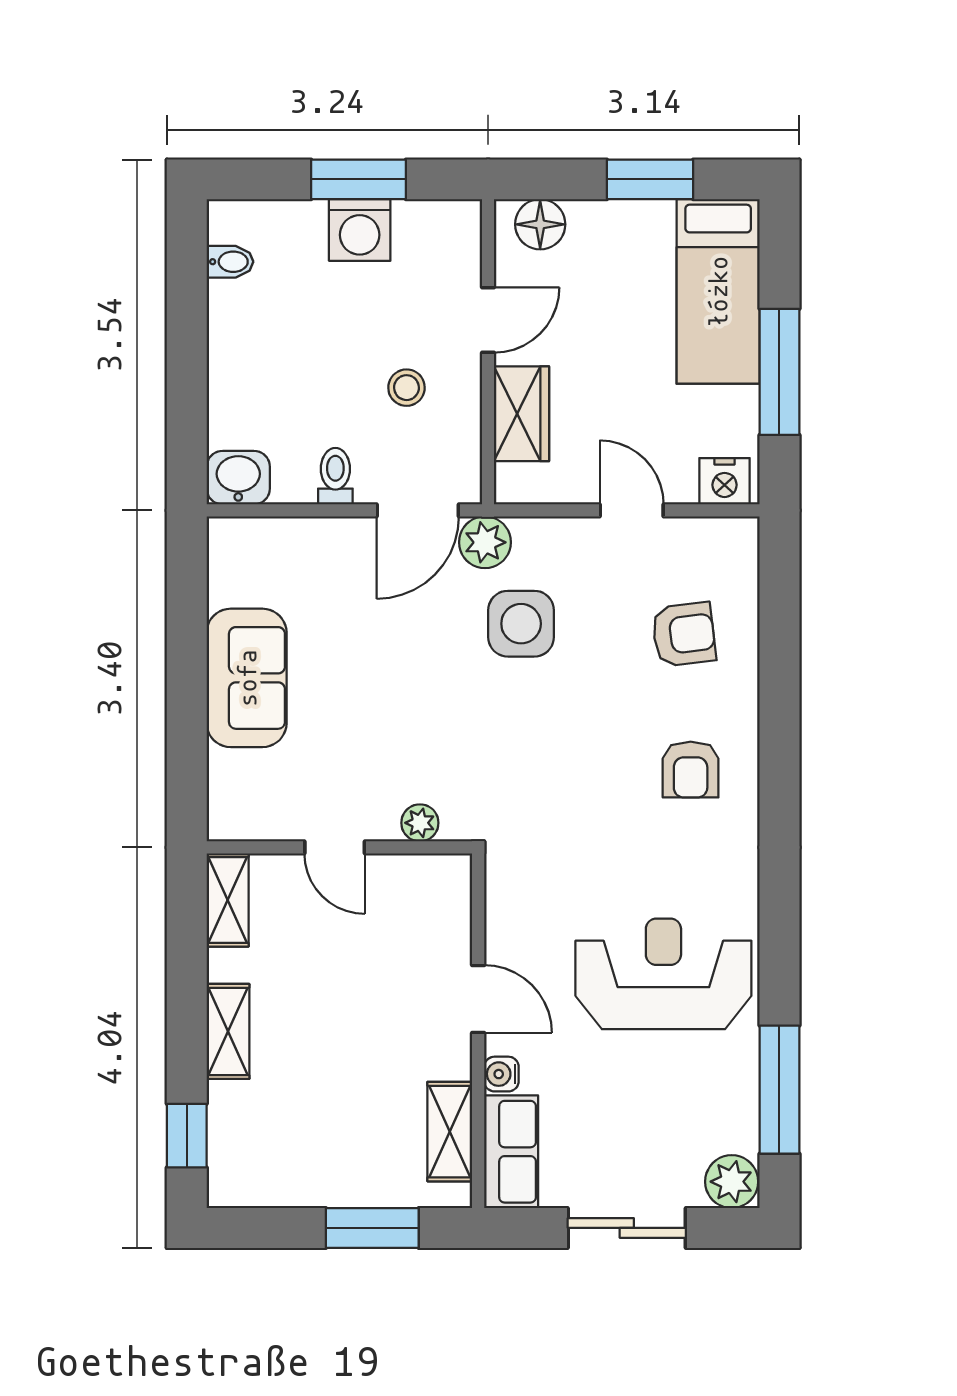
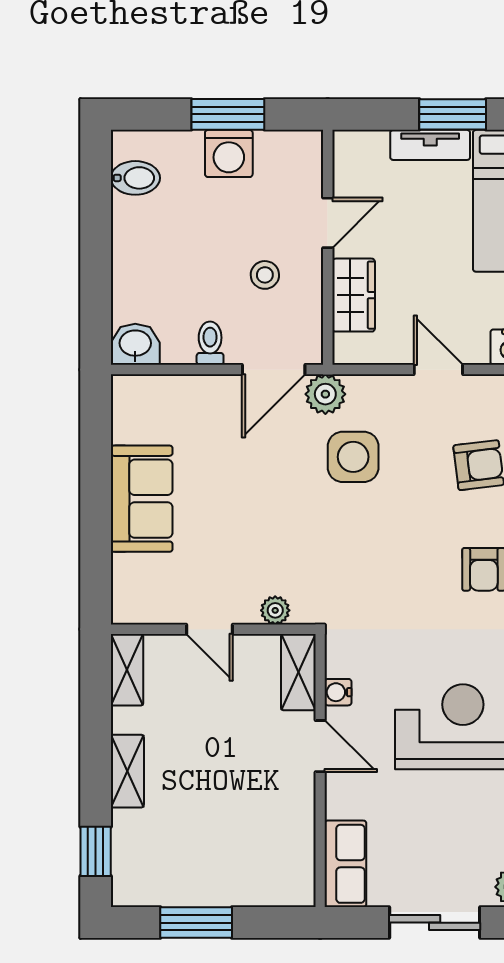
tv unit: (621, 219) -> (430, 145), added
floor lamp: (540, 224) -> (368, 149), removed
bidet: (230, 262) -> (135, 178), width x1.38, depth x1.36
water cooler: (501, 1074) -> (338, 692), moved
shelving: (450, 1132) -> (298, 672), moved
window: (372, 1228) -> (196, 923), moved

